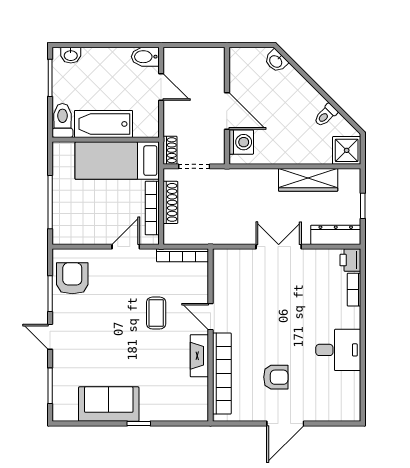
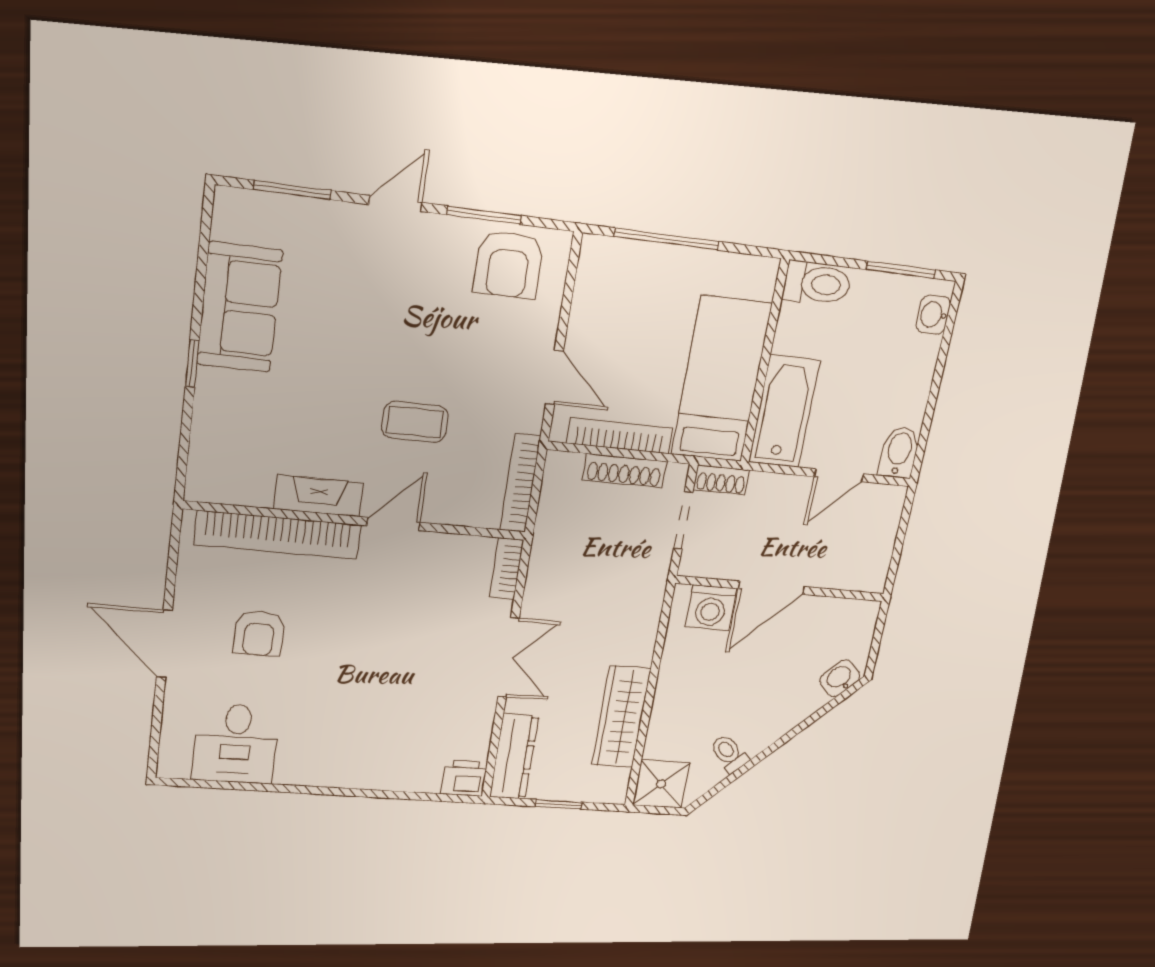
bathtub: (103, 124) -> (784, 411), moved
armchair: (72, 278) -> (508, 265), turned 90
bookcase: (354, 290) -> (506, 569), moved, turned -90
desk: (338, 350) -> (236, 743), moved

